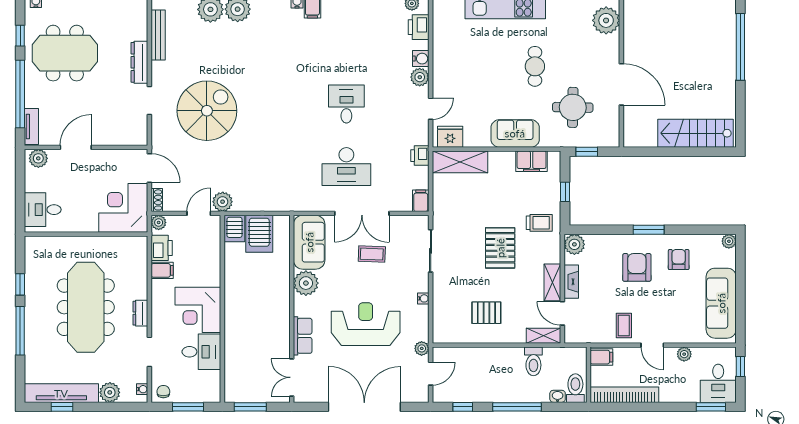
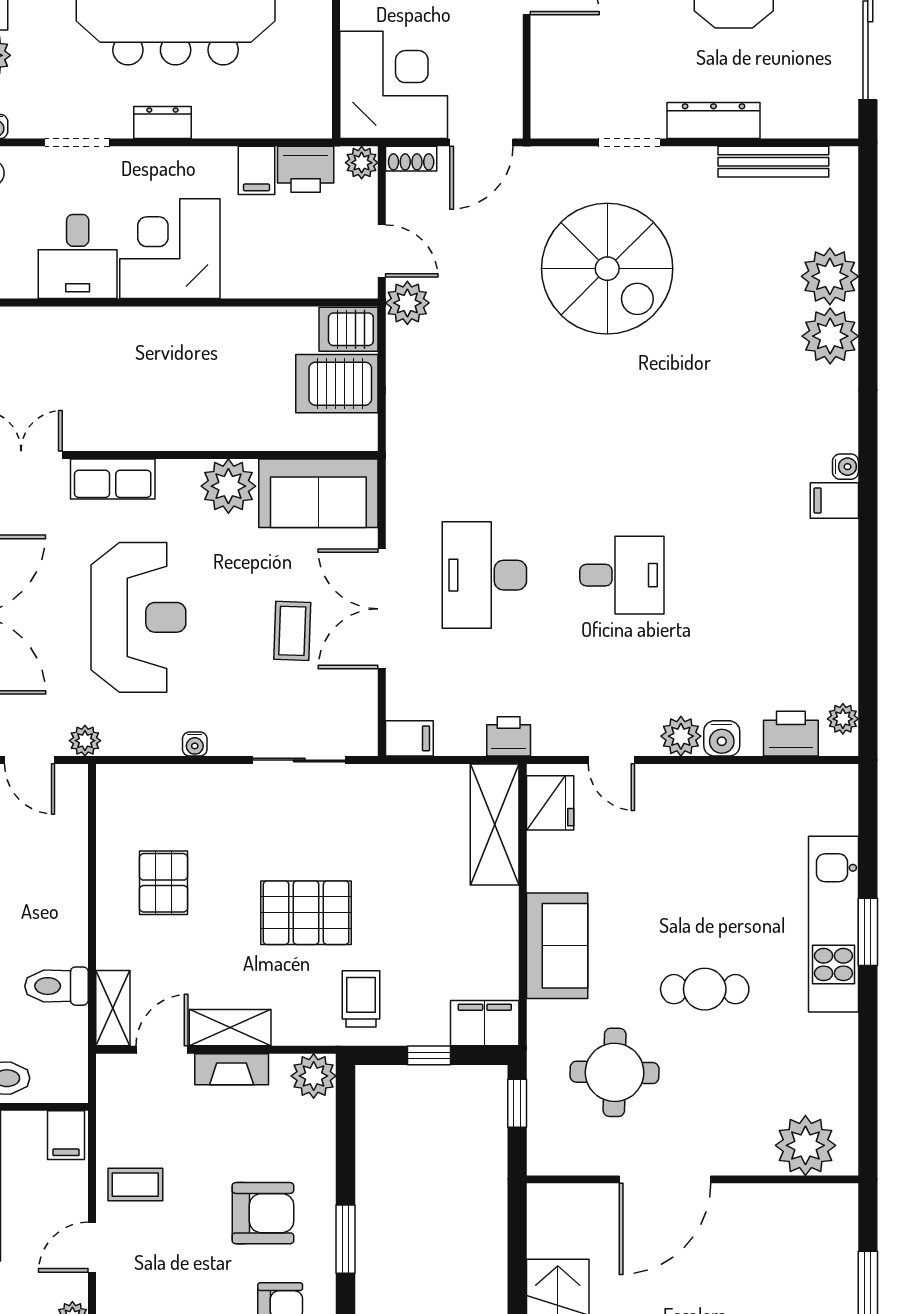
filing cabinet: (532, 161) -> (485, 1023), moved, turned 90
trolley: (539, 223) -> (361, 999), turned 180

